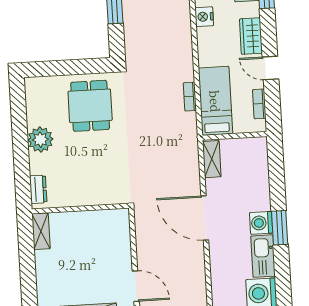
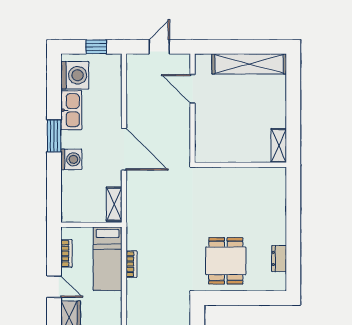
plant: (40, 140) -> (274, 232), removed
dresser: (38, 189) -> (279, 258), moved
washing machine: (261, 223) -> (71, 159), moved

